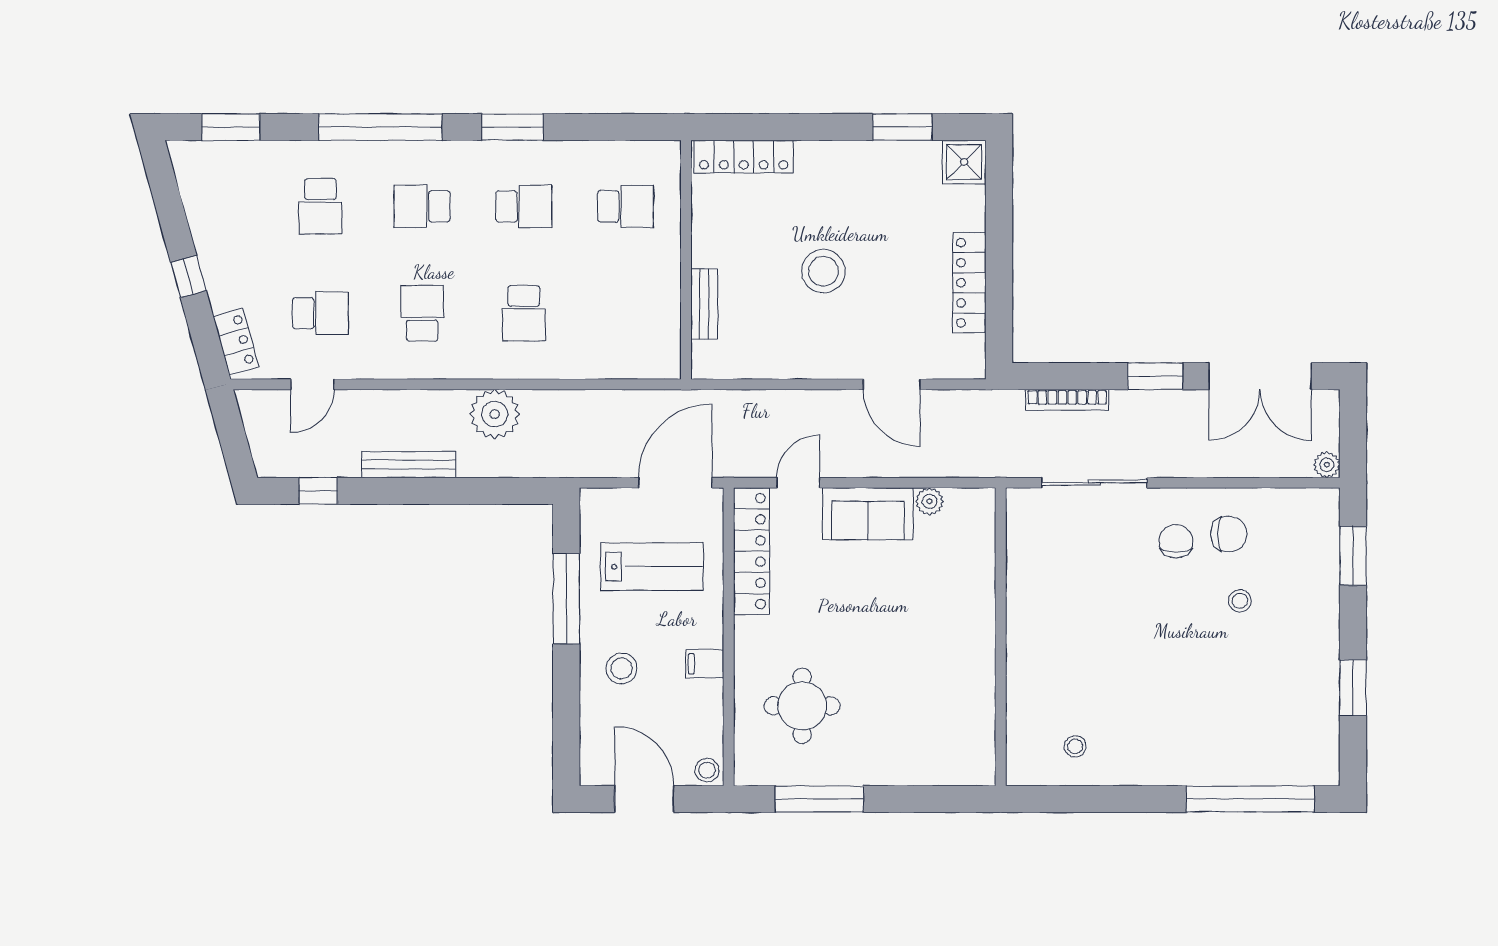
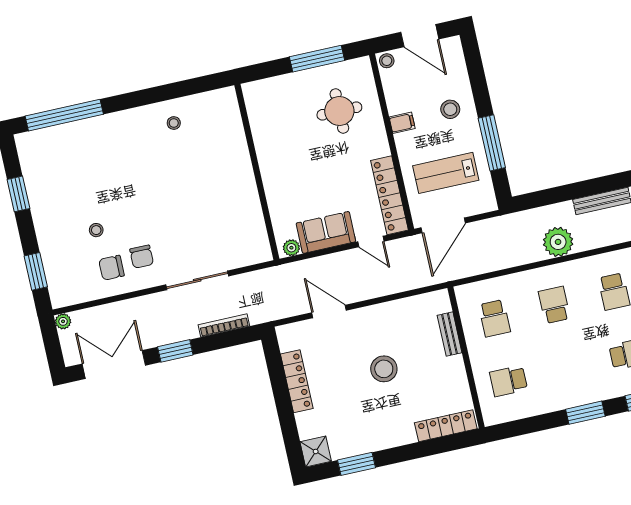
school desk: (524, 206) -> (495, 318), moved, turned -90
door: (798, 483) -> (371, 241), hinge flipped
wall: (1001, 637) -> (257, 172), moved

